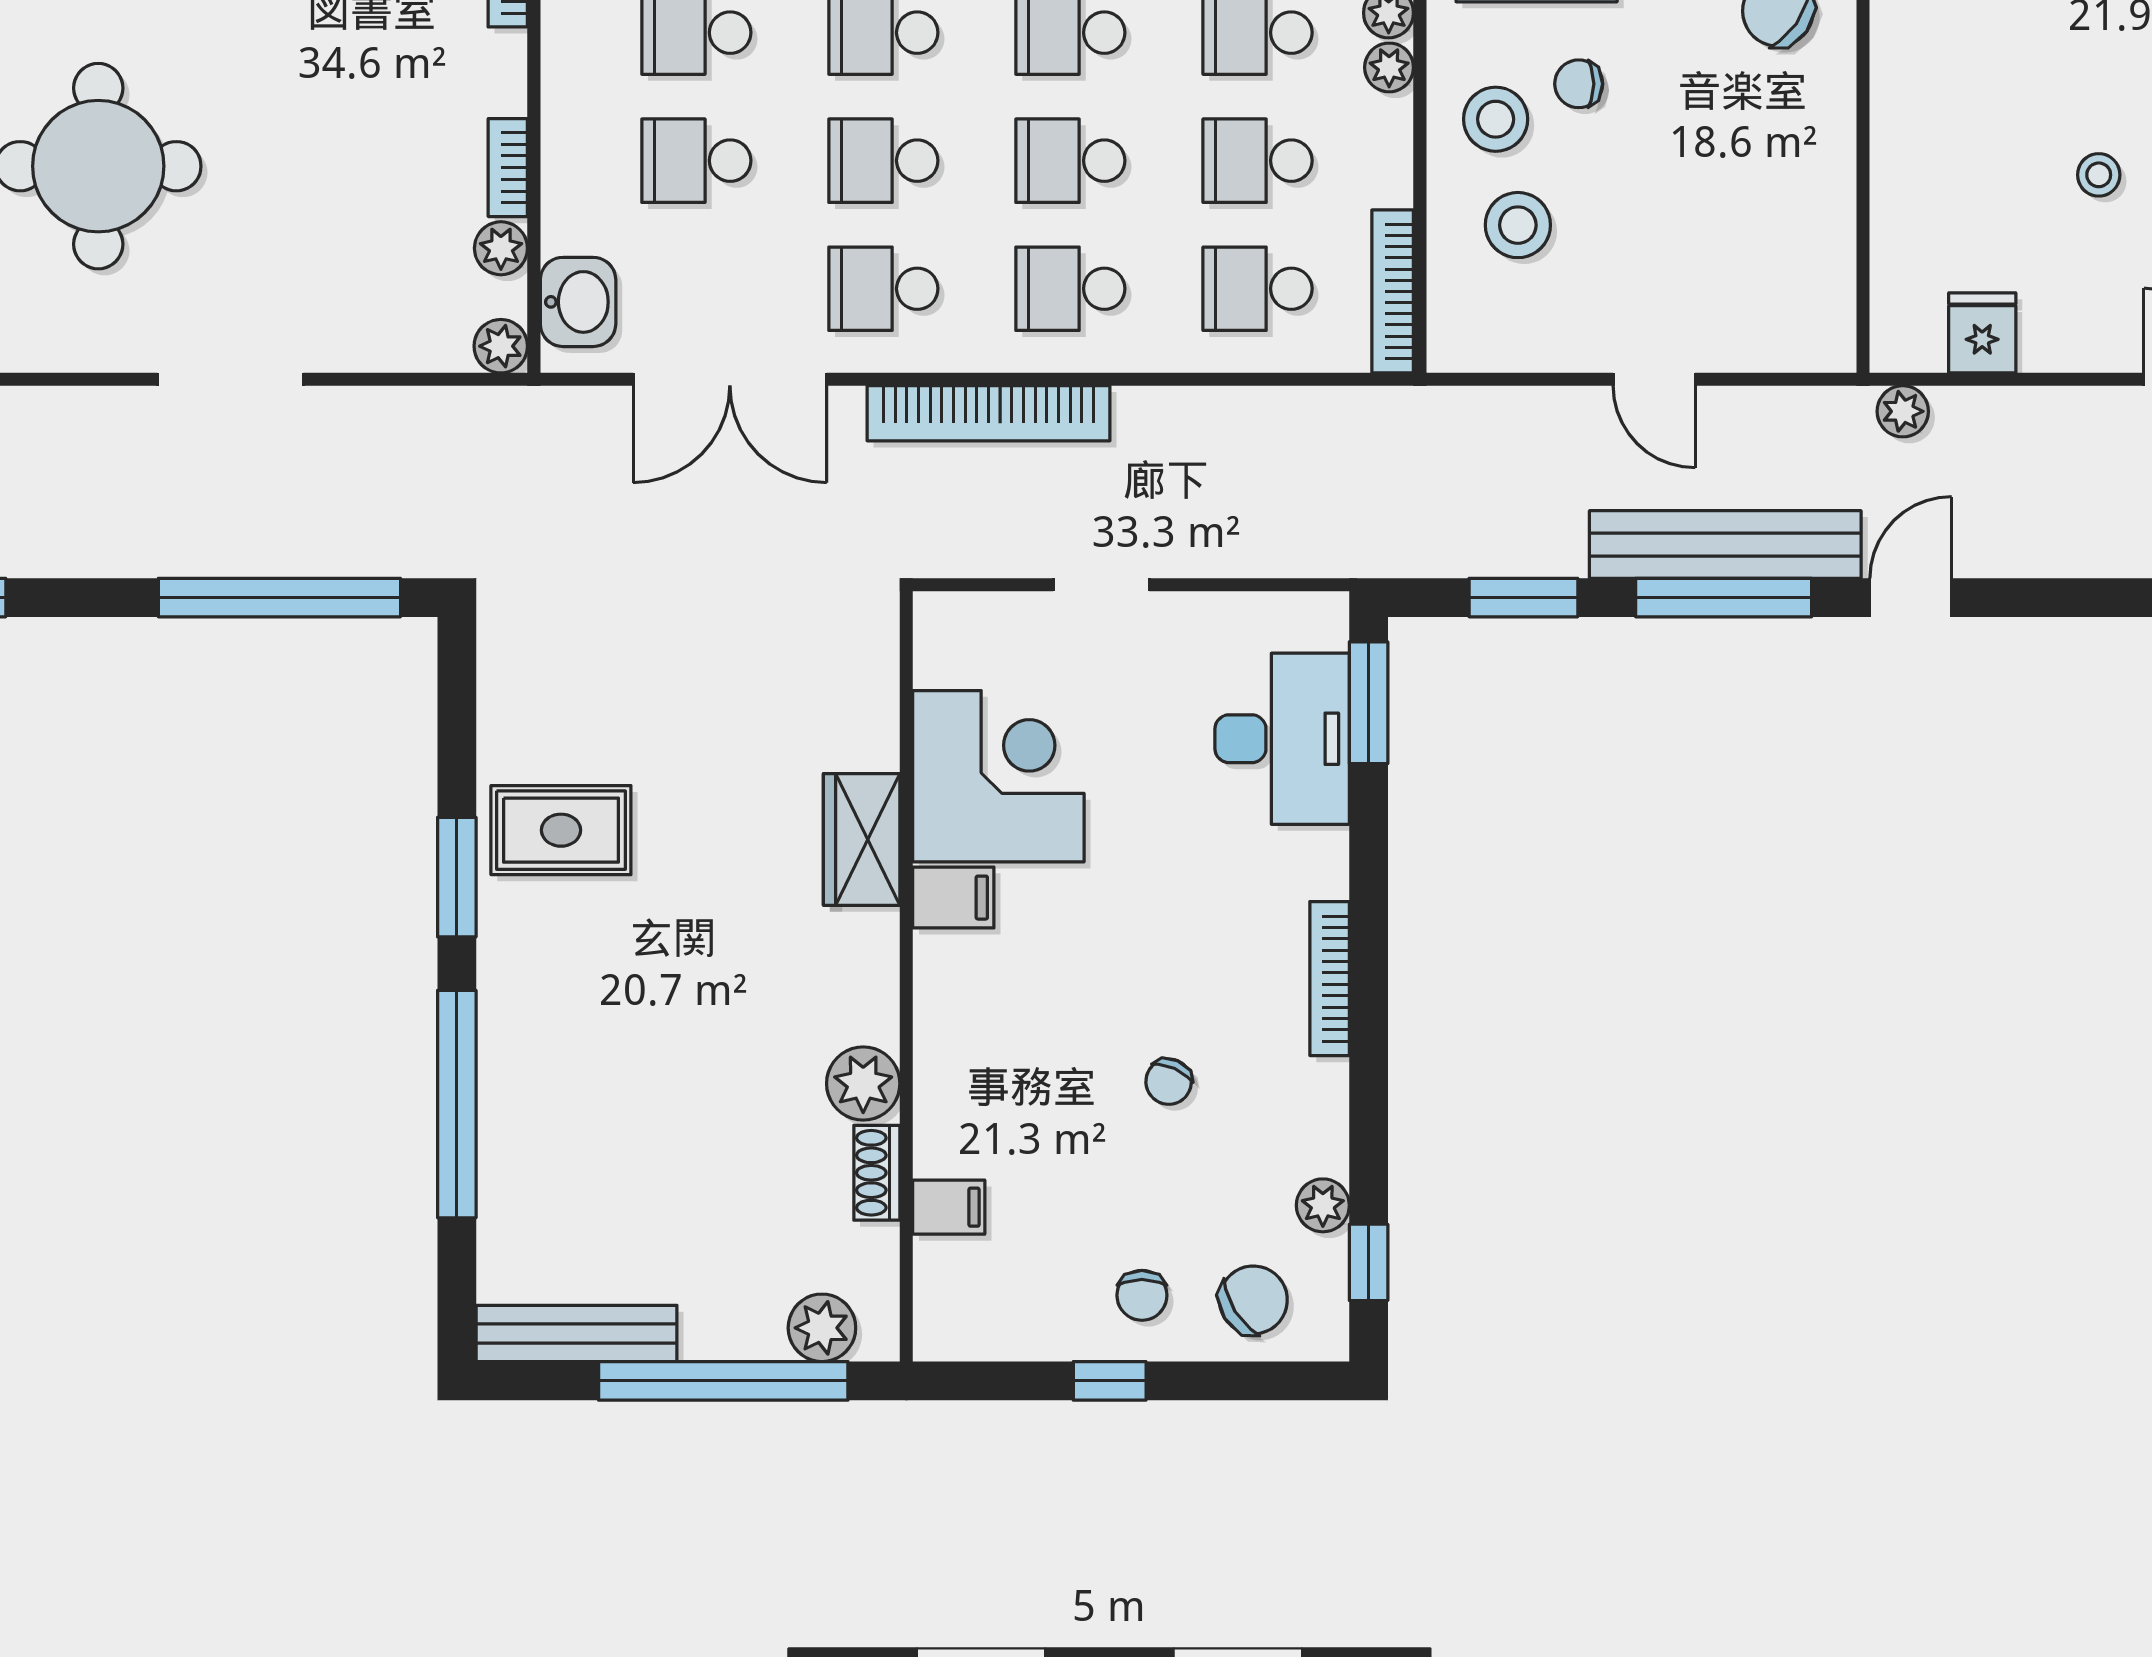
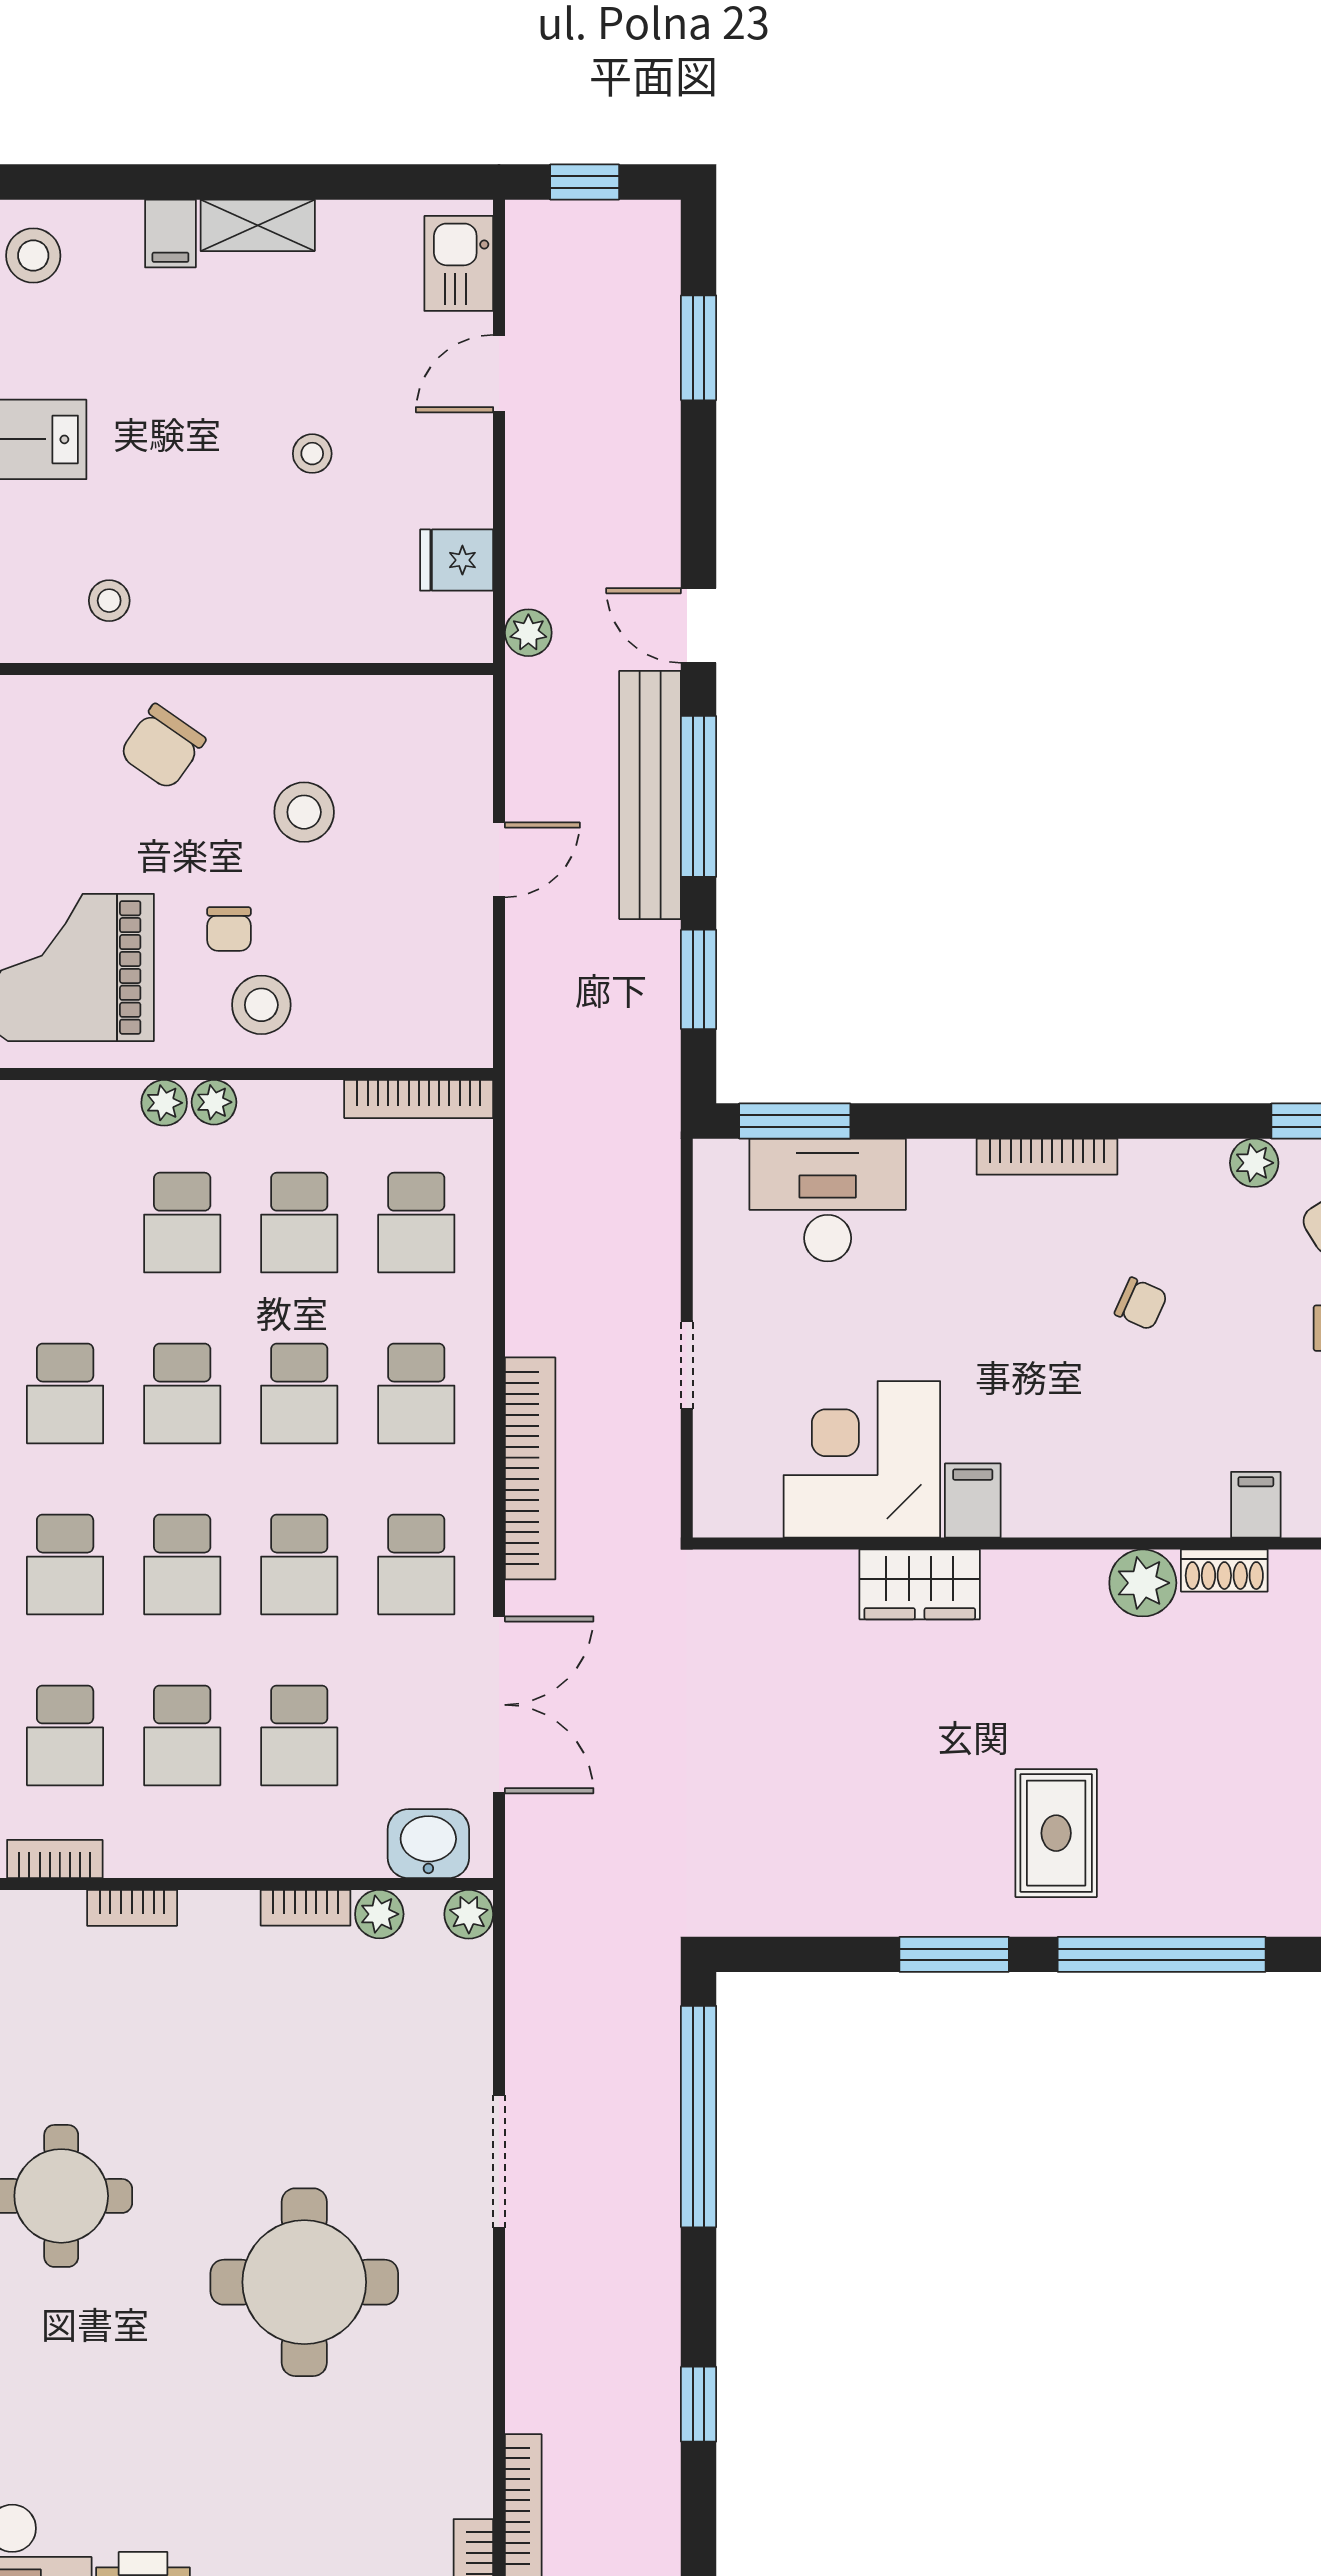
stool: (1518, 225) -> (304, 812), moved
rug: (561, 830) -> (1056, 1833), moved

